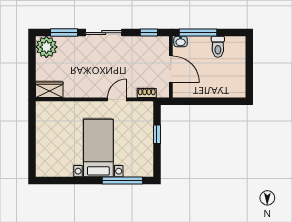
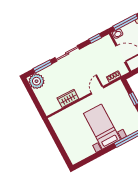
wardrobe: (49, 90) -> (68, 98), moved

